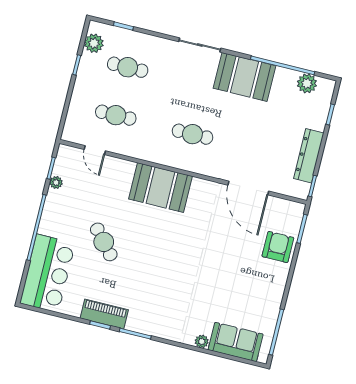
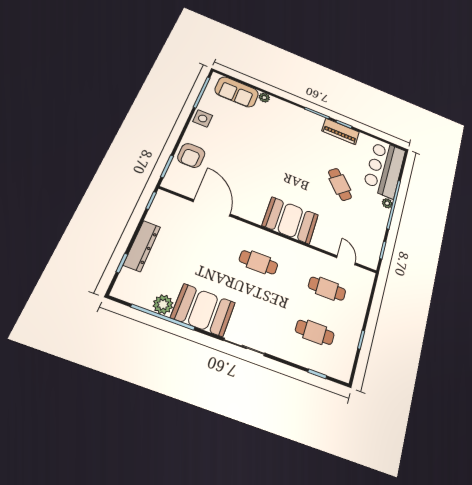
plant: (94, 43) -> (345, 359), removed
plant: (307, 83) -> (163, 304), moved
dresser: (309, 156) -> (142, 246), moved
plant: (56, 182) -> (387, 203), moved
side table: (271, 297) -> (203, 118), added

